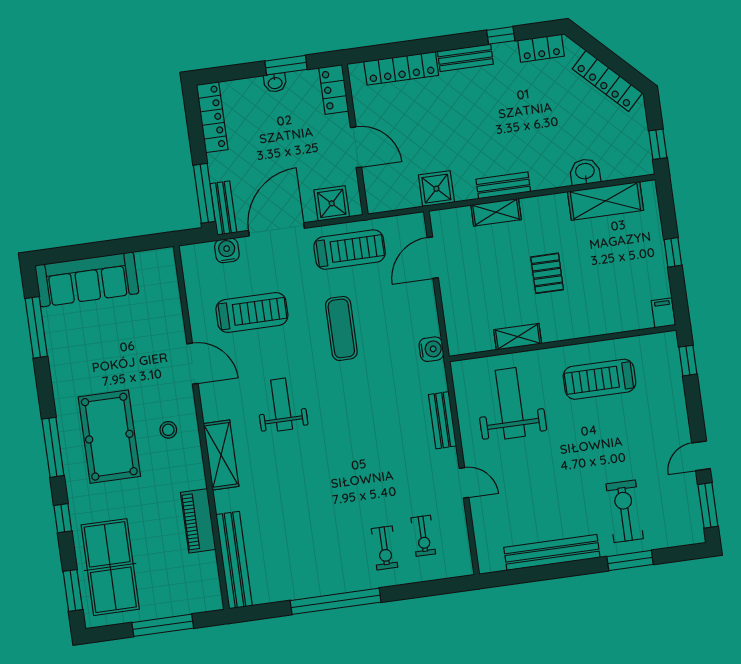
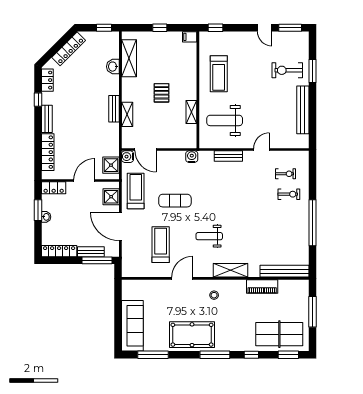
shower: (436, 189) -> (111, 165), moved
bench: (223, 208) -> (91, 252), moved
water cooler: (227, 250) -> (128, 157), moved
pallet: (547, 273) -> (162, 93), turned 90
pool table: (109, 437) -> (192, 335), moved

